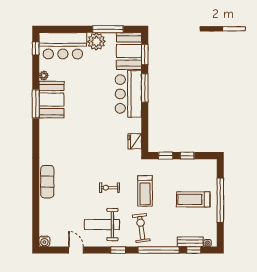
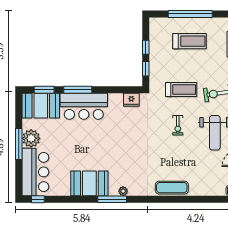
window: (108, 29) -> (19, 144), moved
plant: (44, 76) -> (123, 191), moved
window: (36, 104) -> (112, 199), moved
treadmill: (193, 199) -> (190, 41), turned -90

